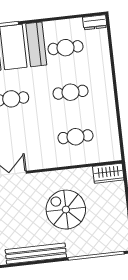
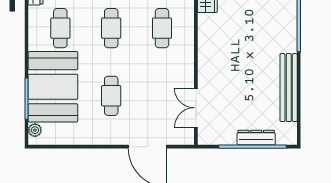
spiral stairs: (66, 210) -> (243, 48), removed

